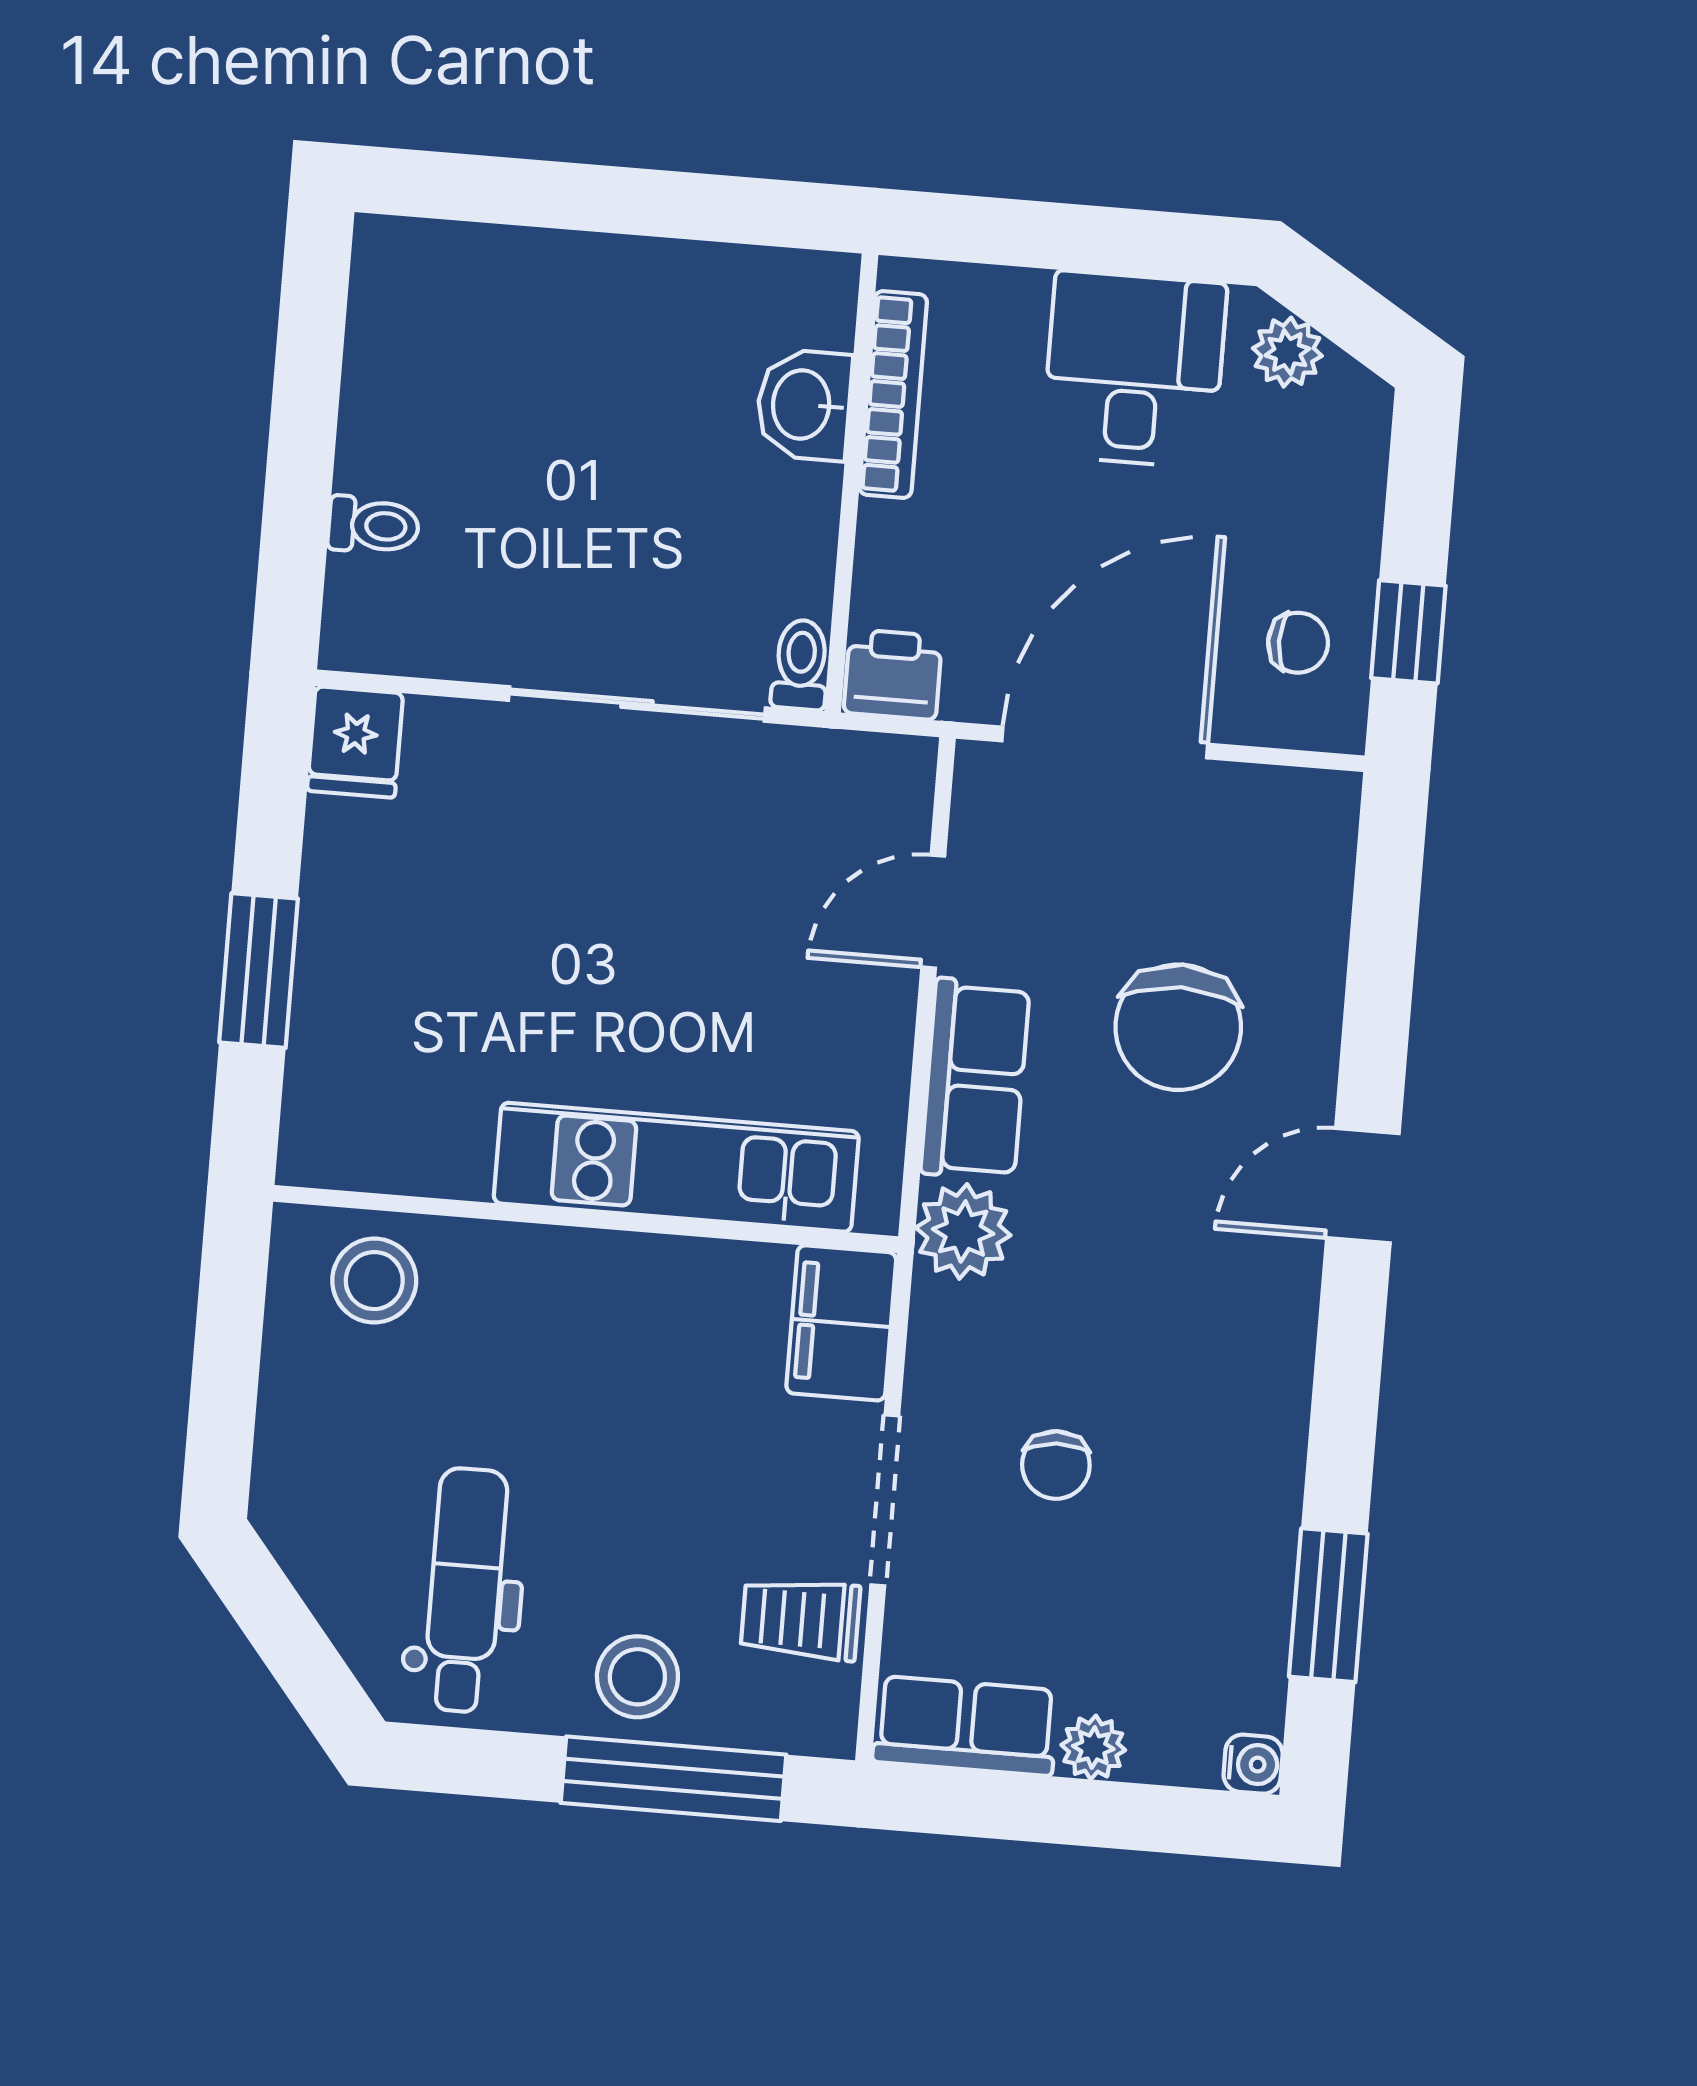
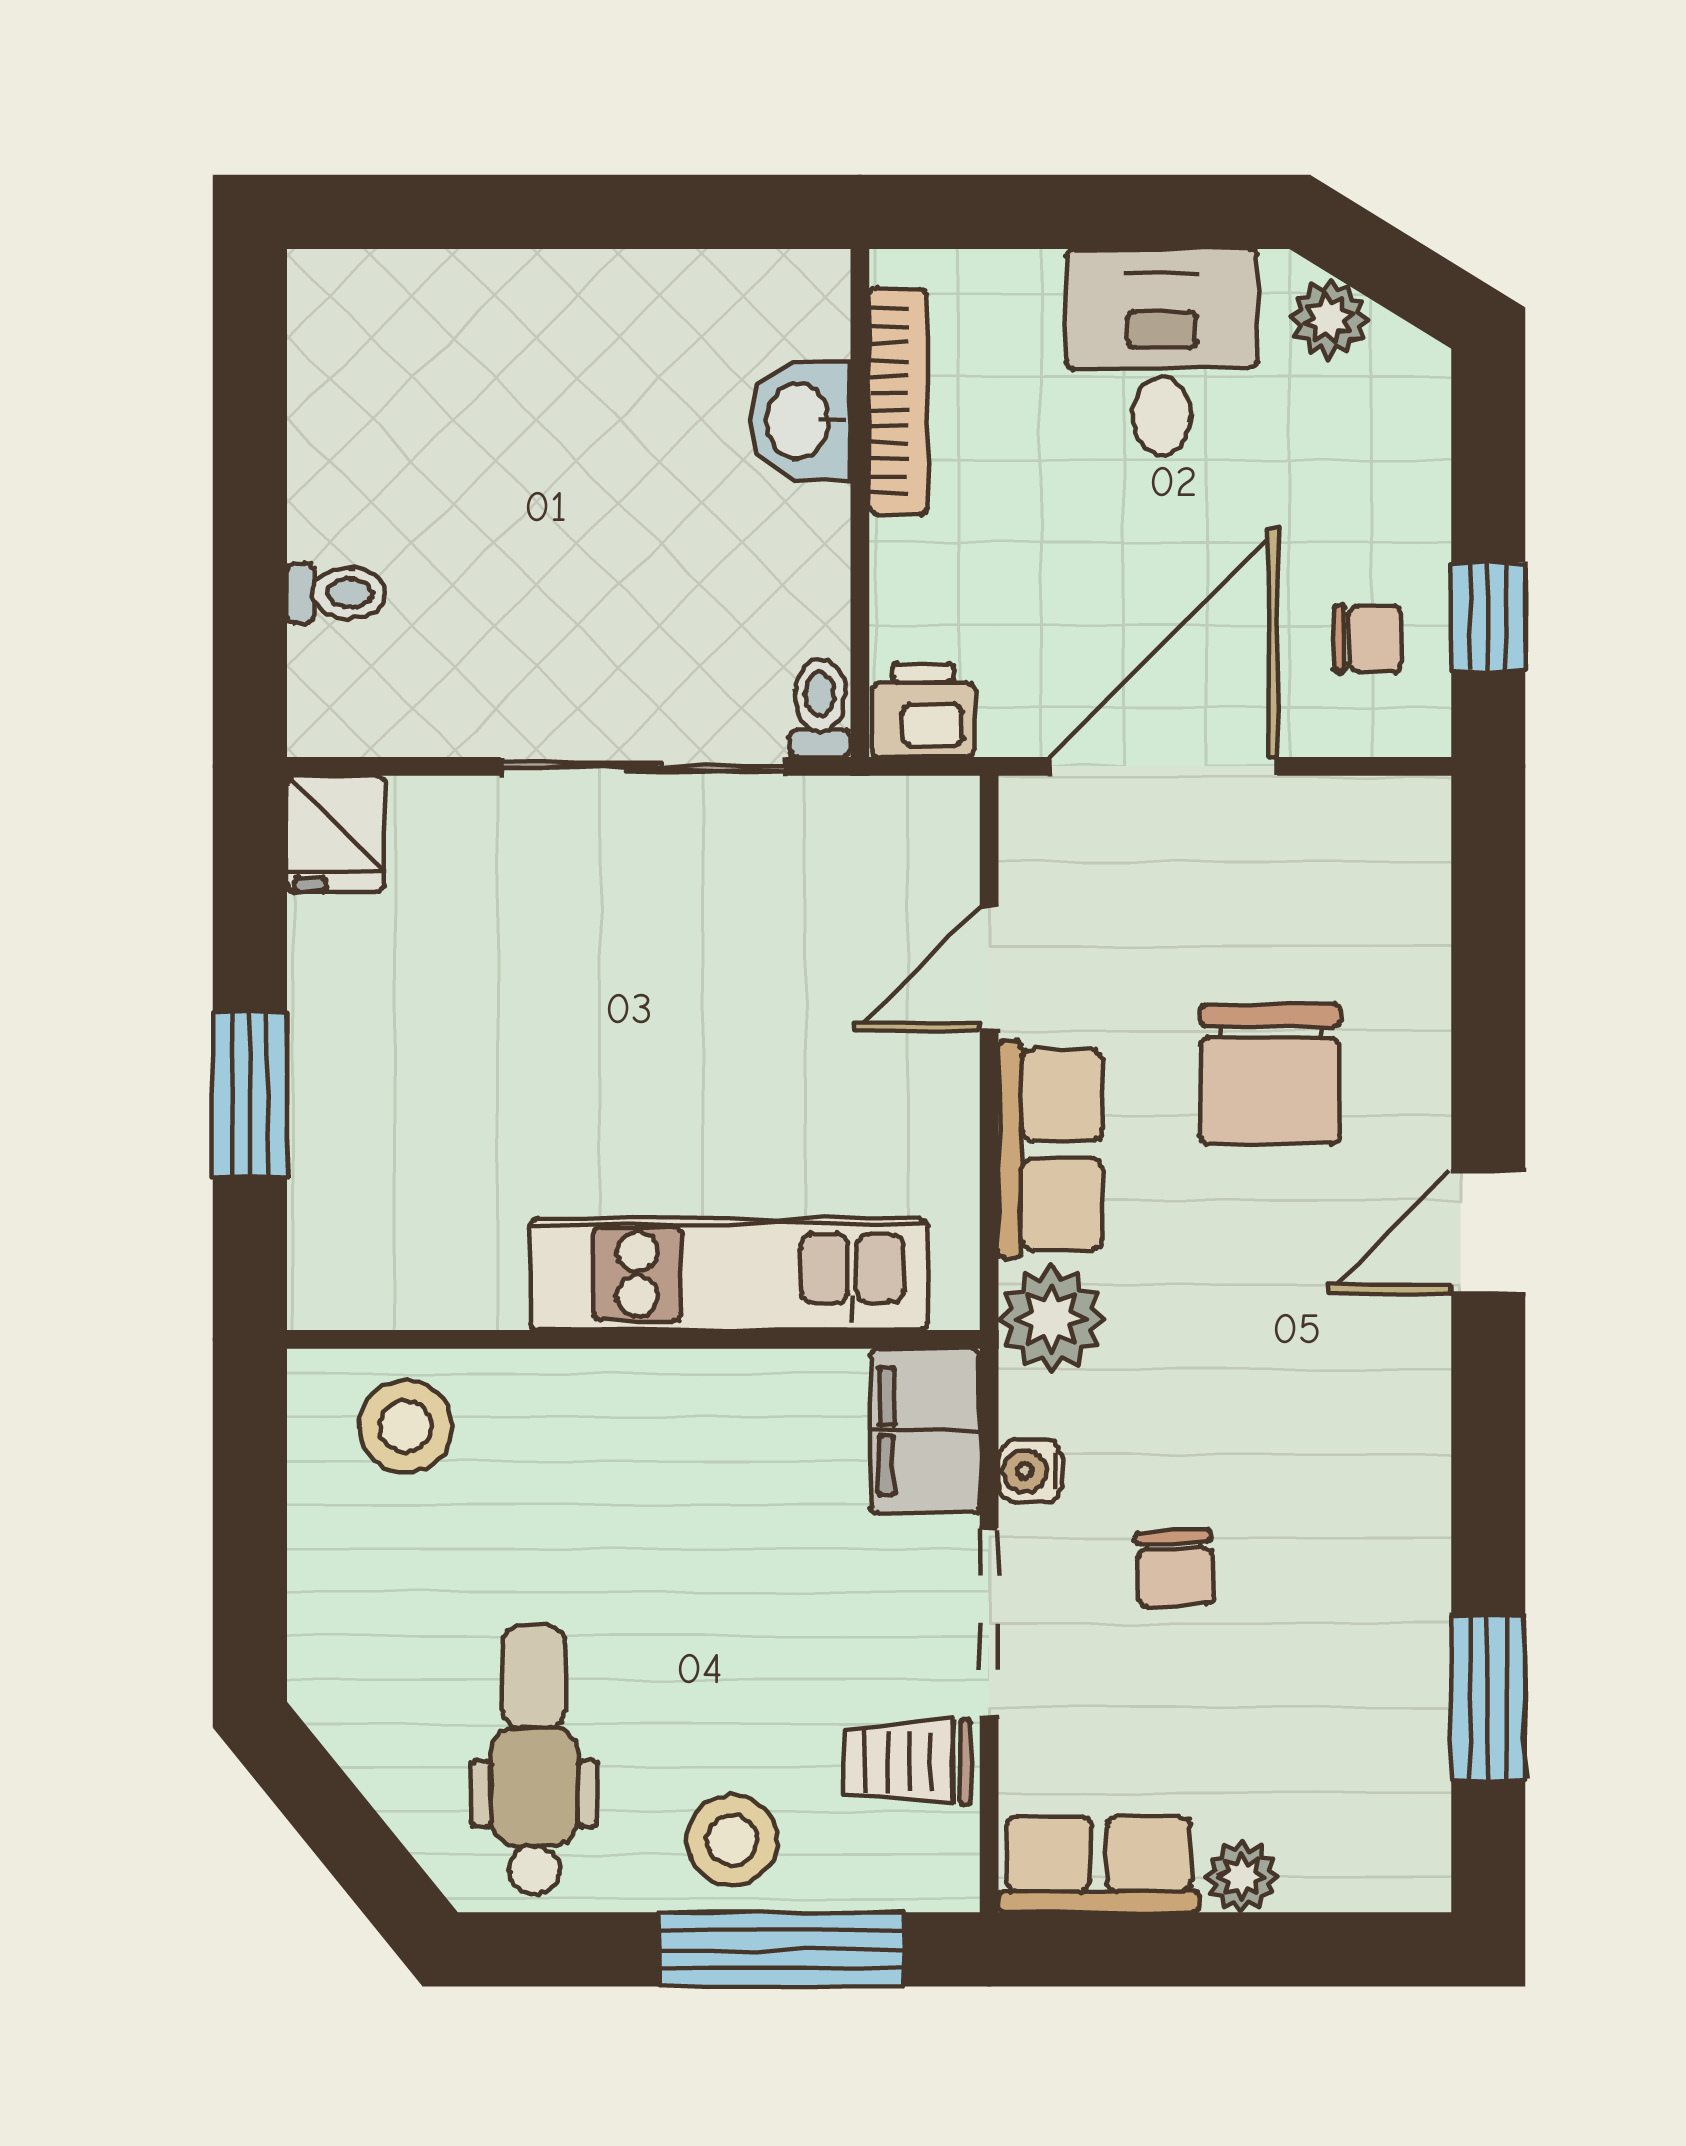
water cooler: (1253, 1764) -> (1030, 1471), moved, turned 180

